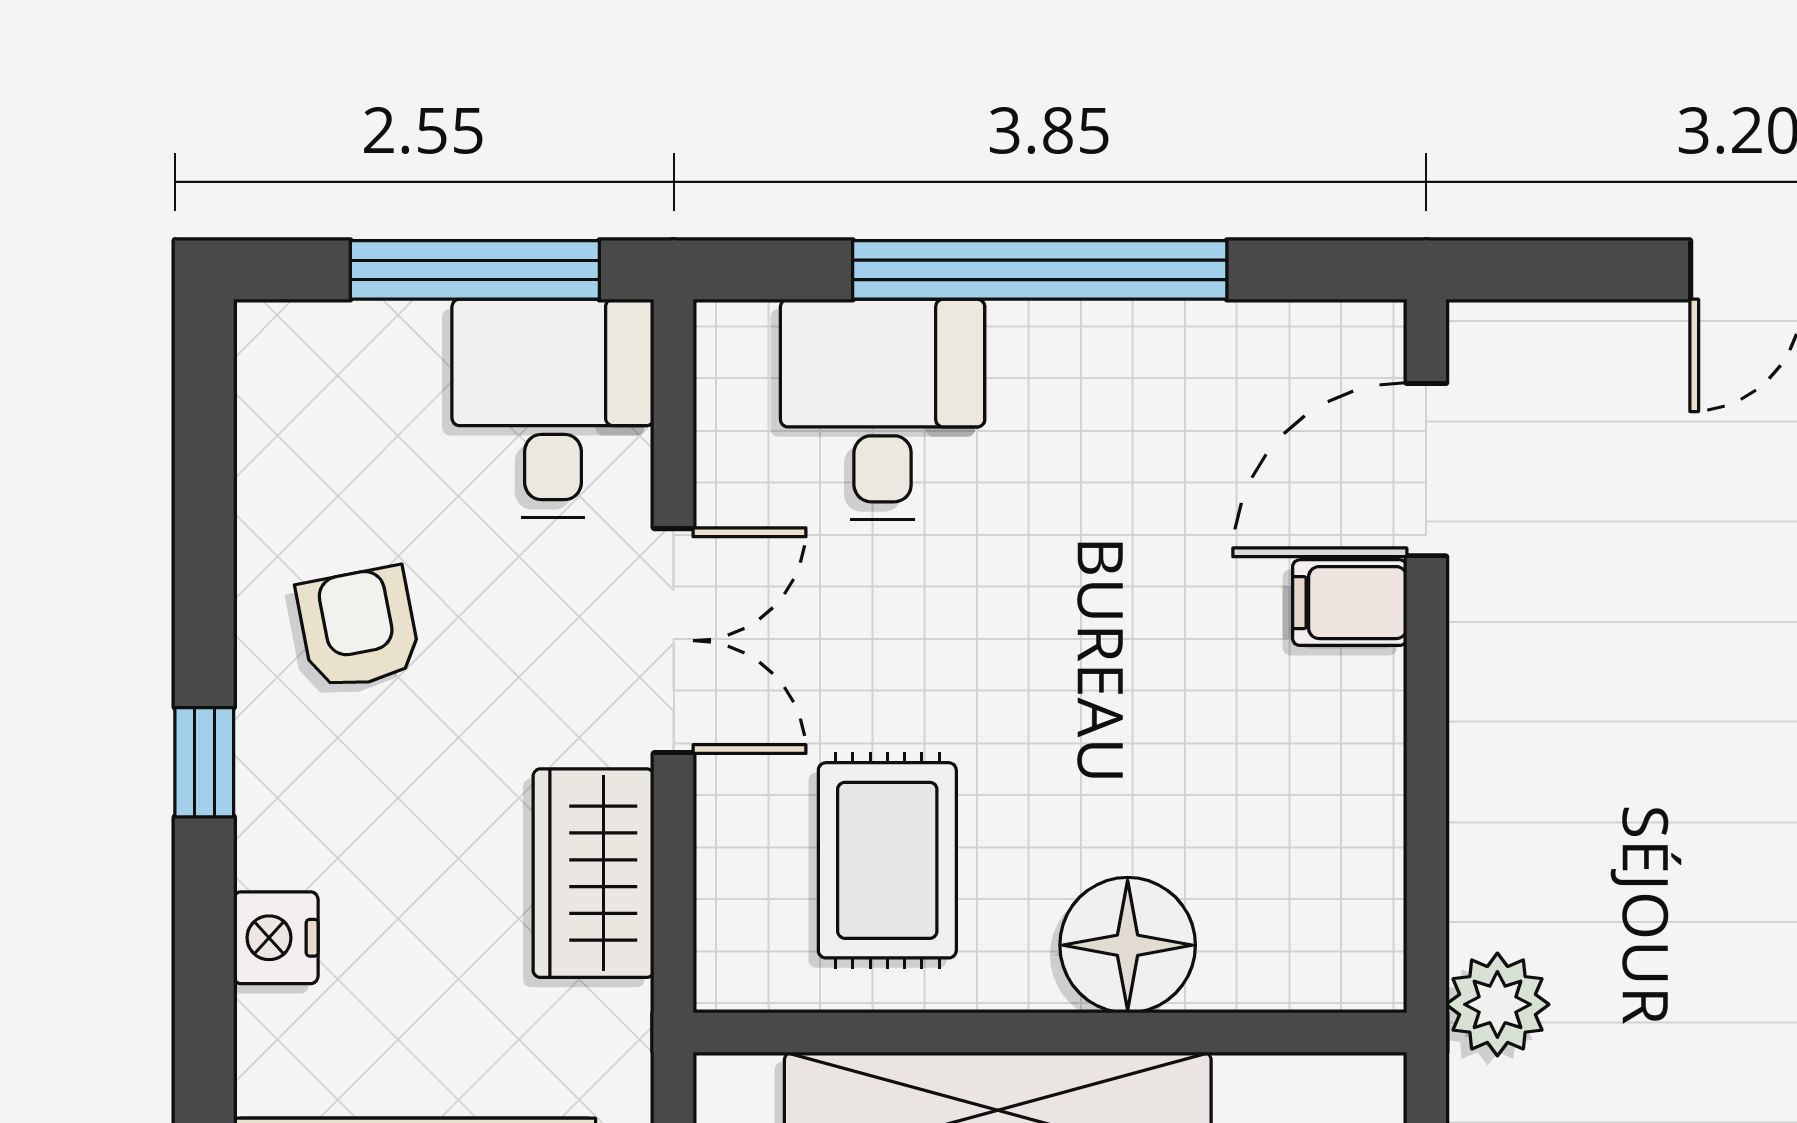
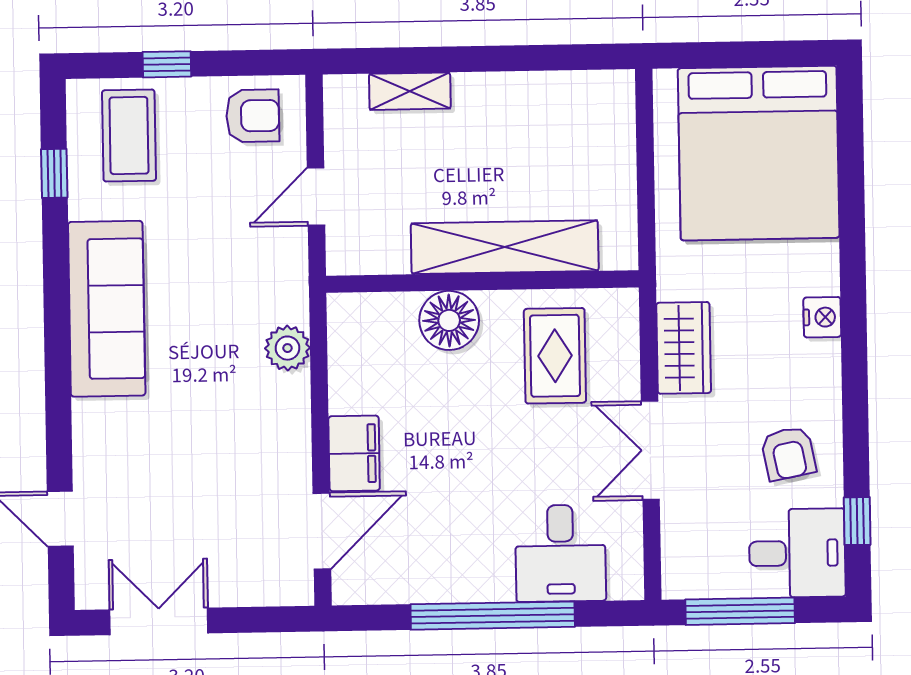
desk: (553, 408) -> (797, 553), moved, turned -90
filing cabinet: (1350, 603) -> (354, 453), width x2.00
window: (204, 762) -> (857, 521), moved
plant: (1497, 1004) -> (287, 348), moved

